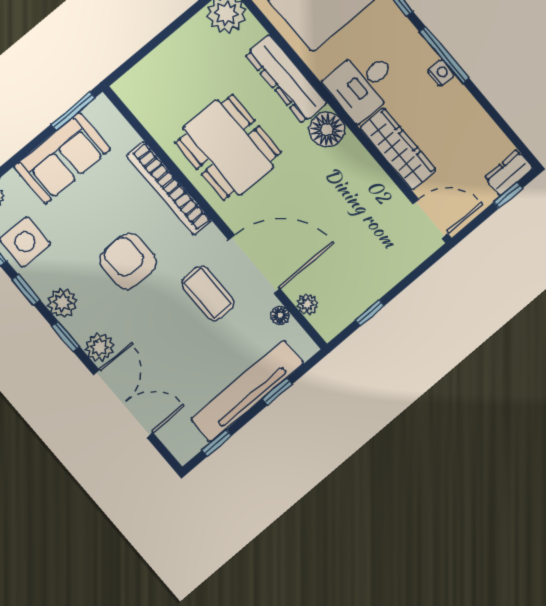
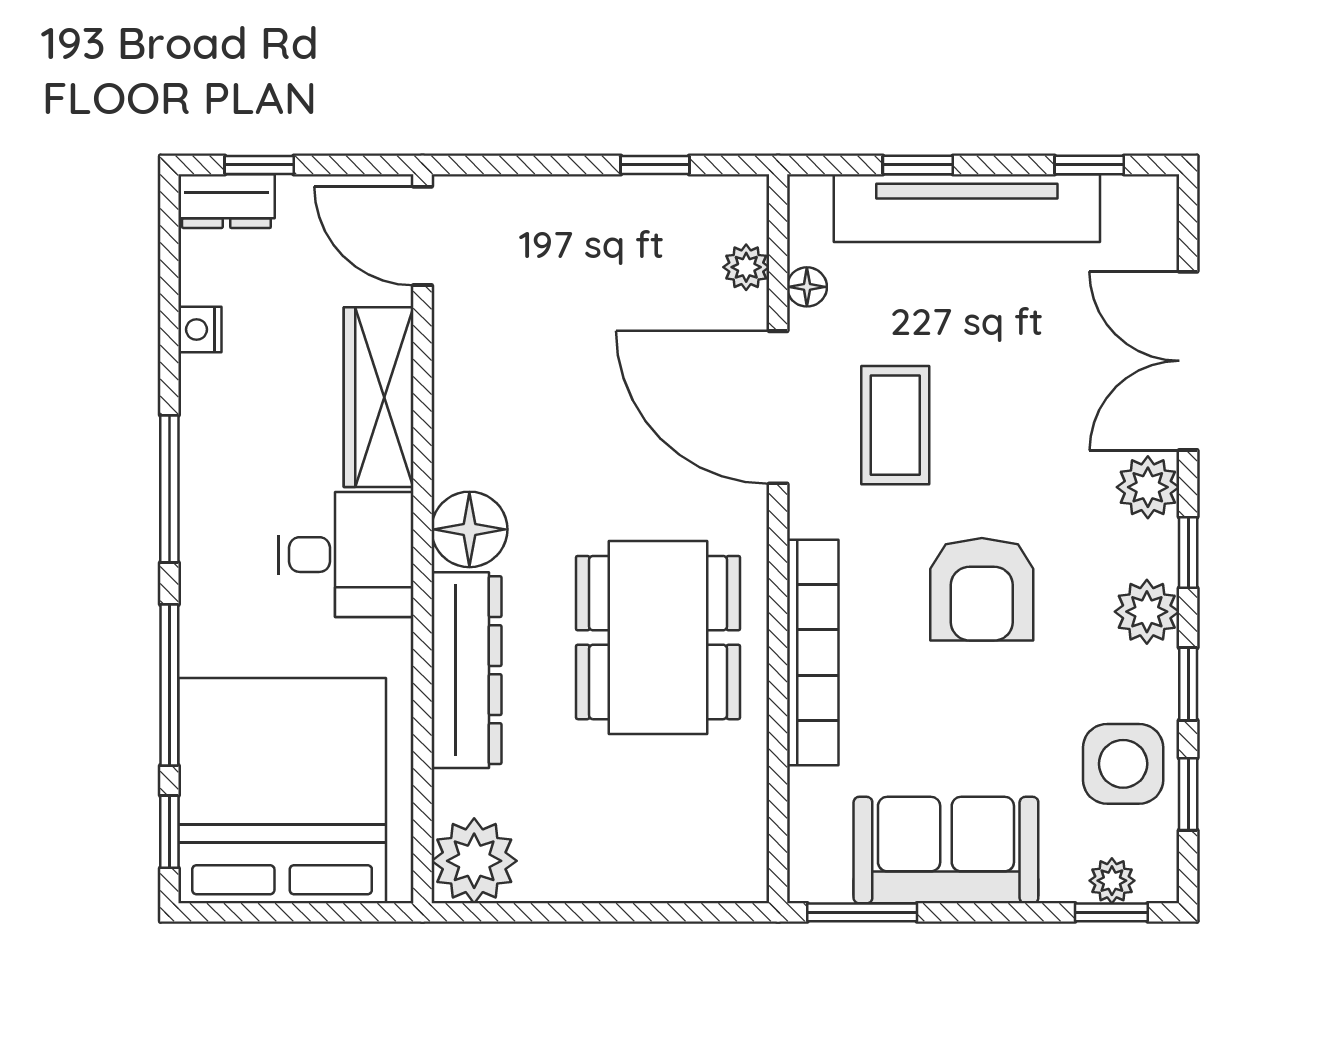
nightstand: (441, 73) -> (200, 329), moved

